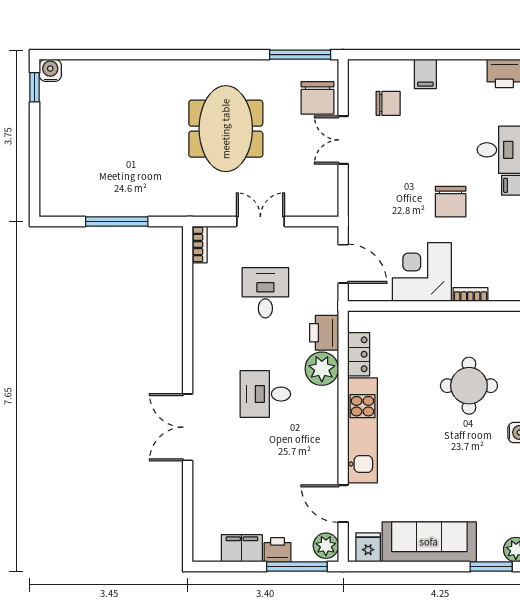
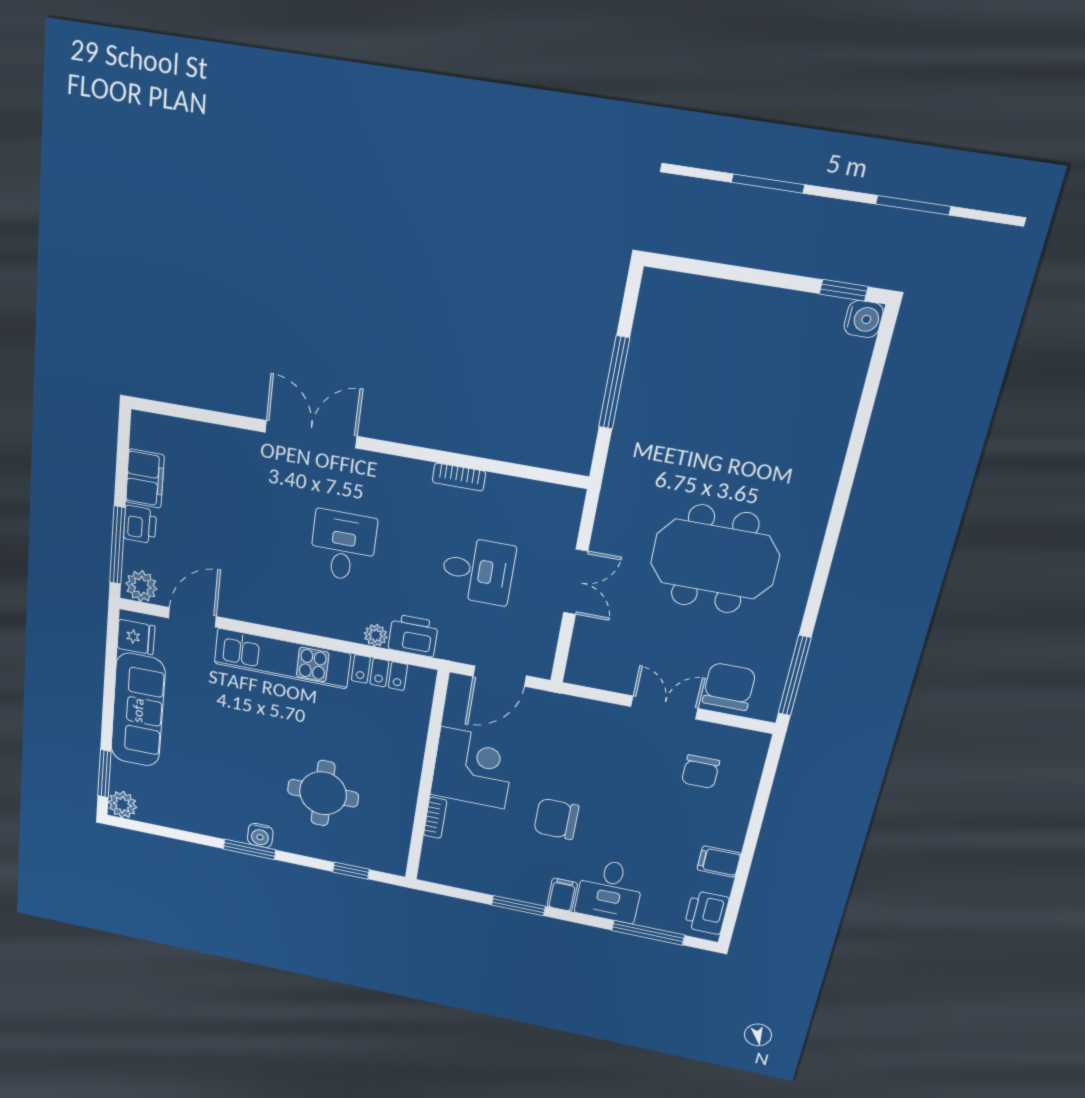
filing cabinet: (425, 74) -> (719, 862), moved
chair: (317, 98) -> (729, 687), turned 90
bookcase: (200, 245) -> (459, 477), moved
plant: (322, 369) -> (376, 635), width x0.53, depth x0.53

